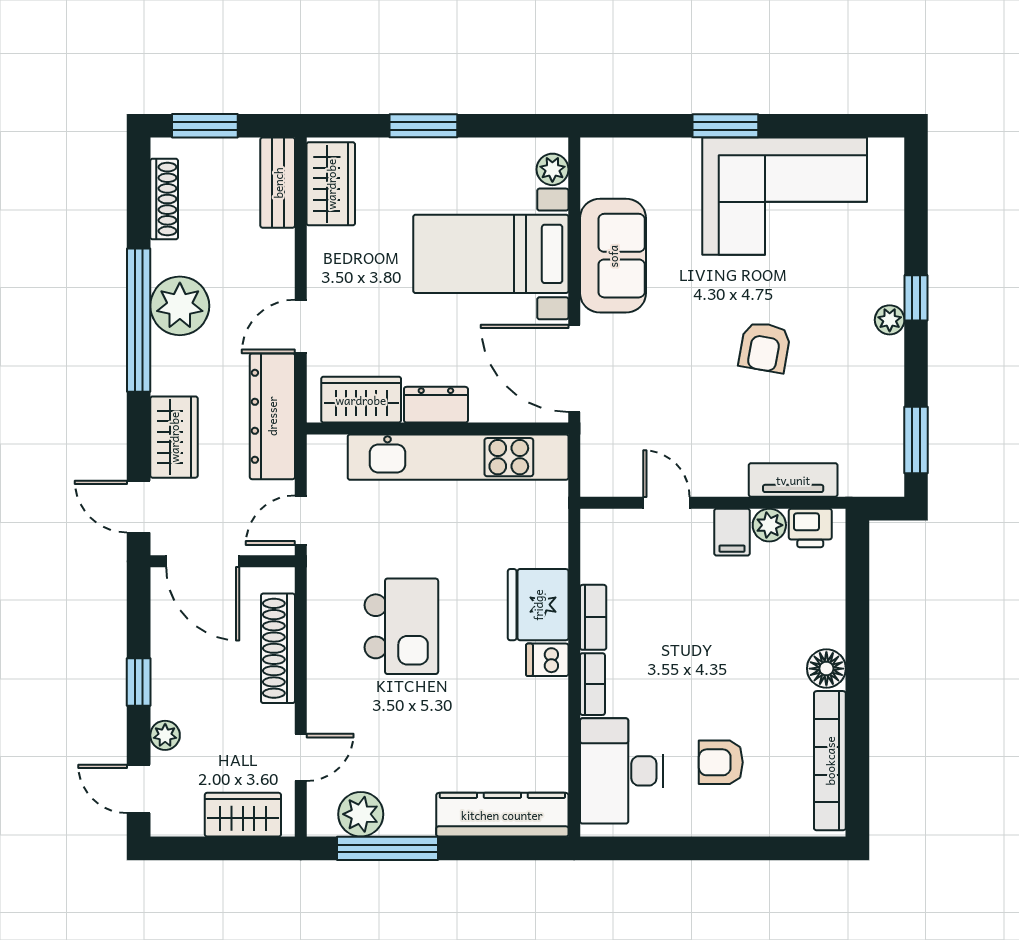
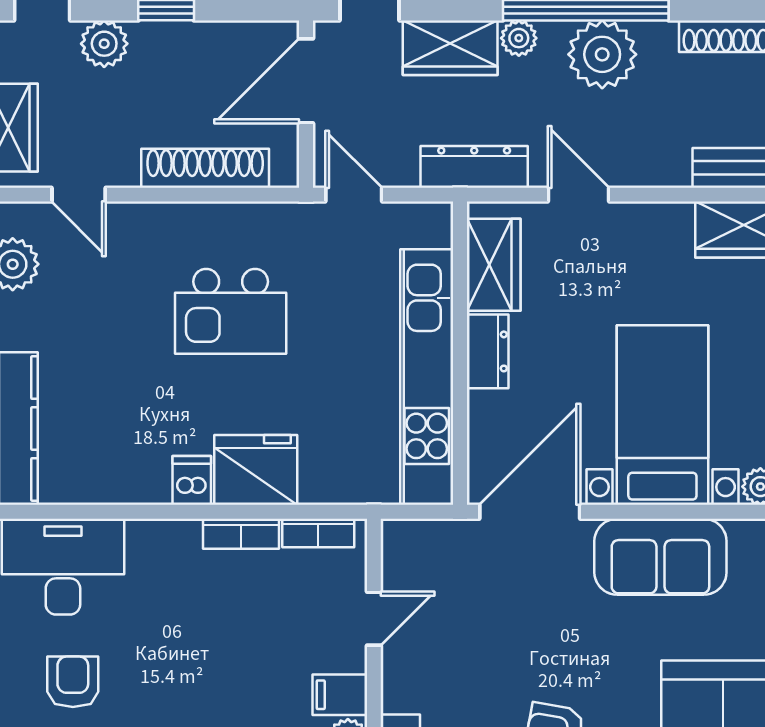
plant: (166, 378) -> (519, 38), added
dresser: (272, 416) -> (474, 167), width x0.73, depth x0.80
bookcase: (592, 684) -> (318, 533), moved
plant: (165, 735) -> (104, 44), width x1.38, depth x1.38

